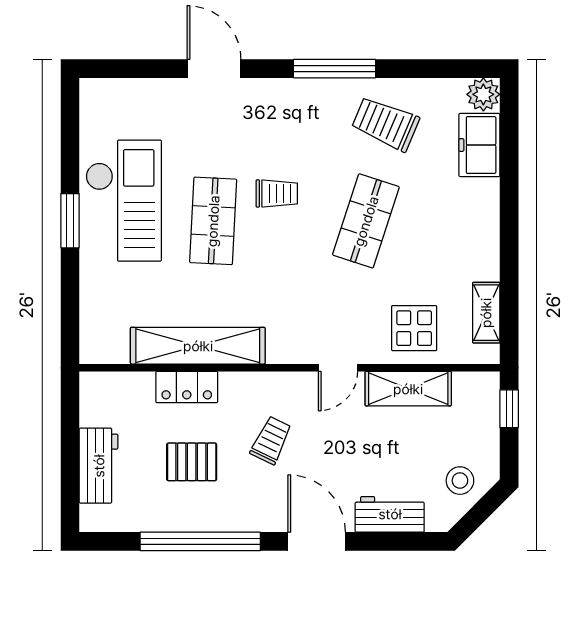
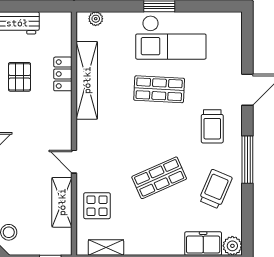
trolley: (277, 193) -> (212, 126), moved, width x1.36, depth x1.39
shop shelf: (366, 221) -> (159, 178), turned -42
plant: (91, 330) -> (96, 19), added
trolley: (271, 440) -> (32, 123), removed

